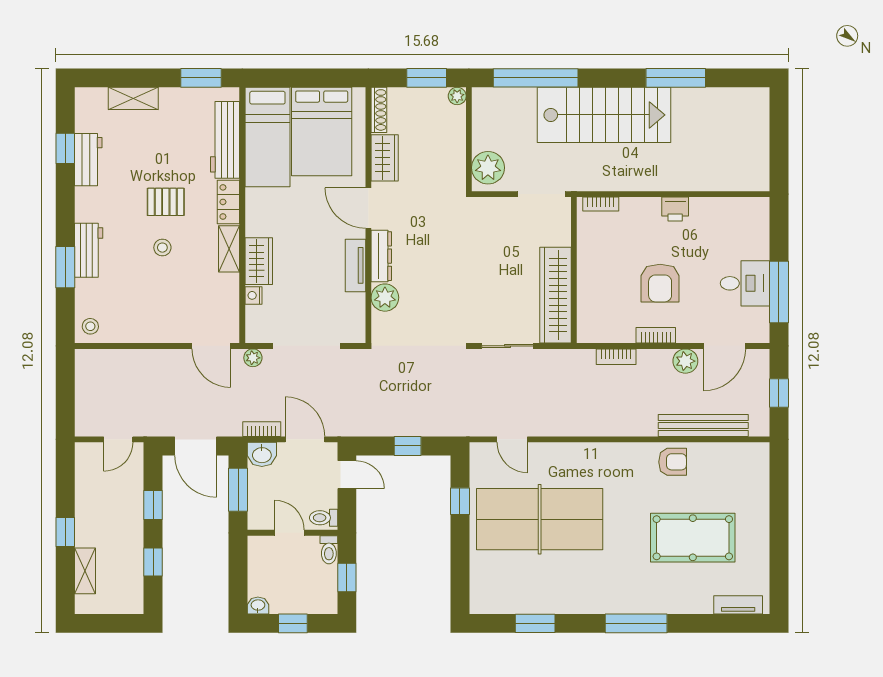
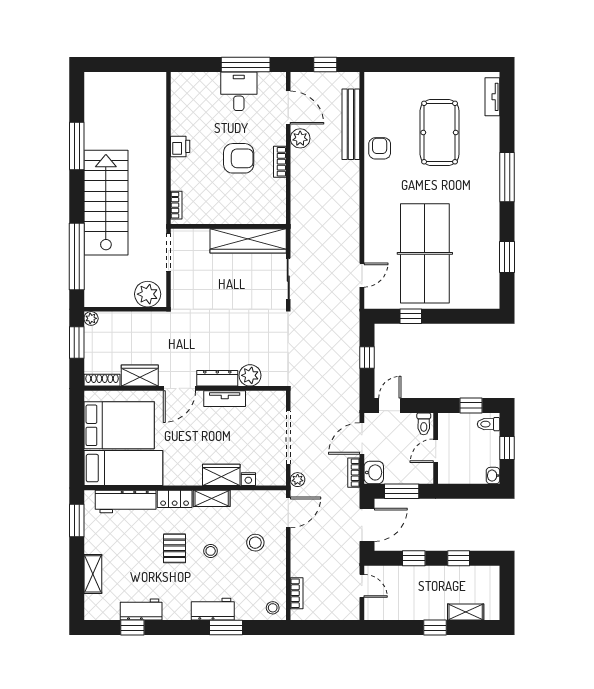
stool: (173, 304) -> (255, 543), added
bookcase: (616, 357) -> (297, 593), moved
toilet: (329, 550) -> (489, 424), moved, turned 180

